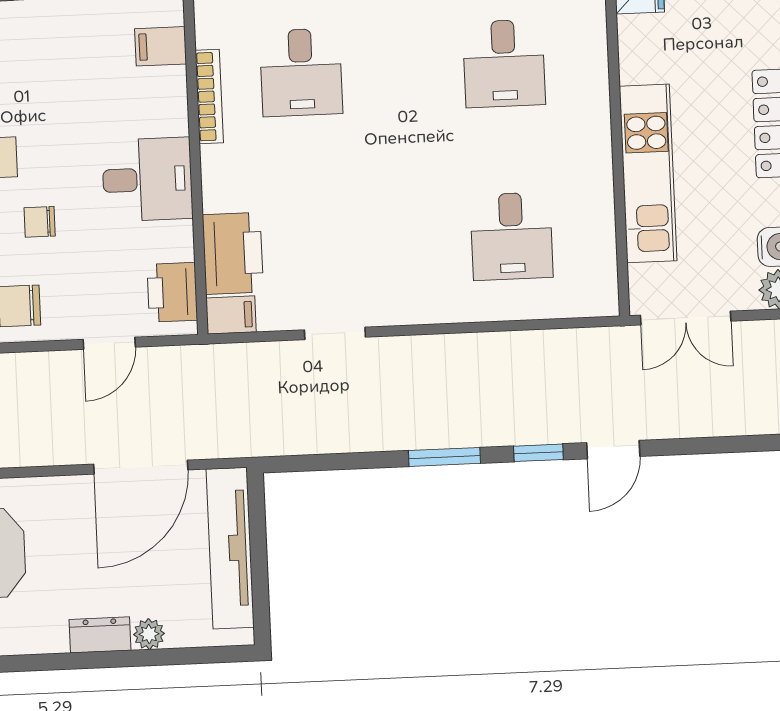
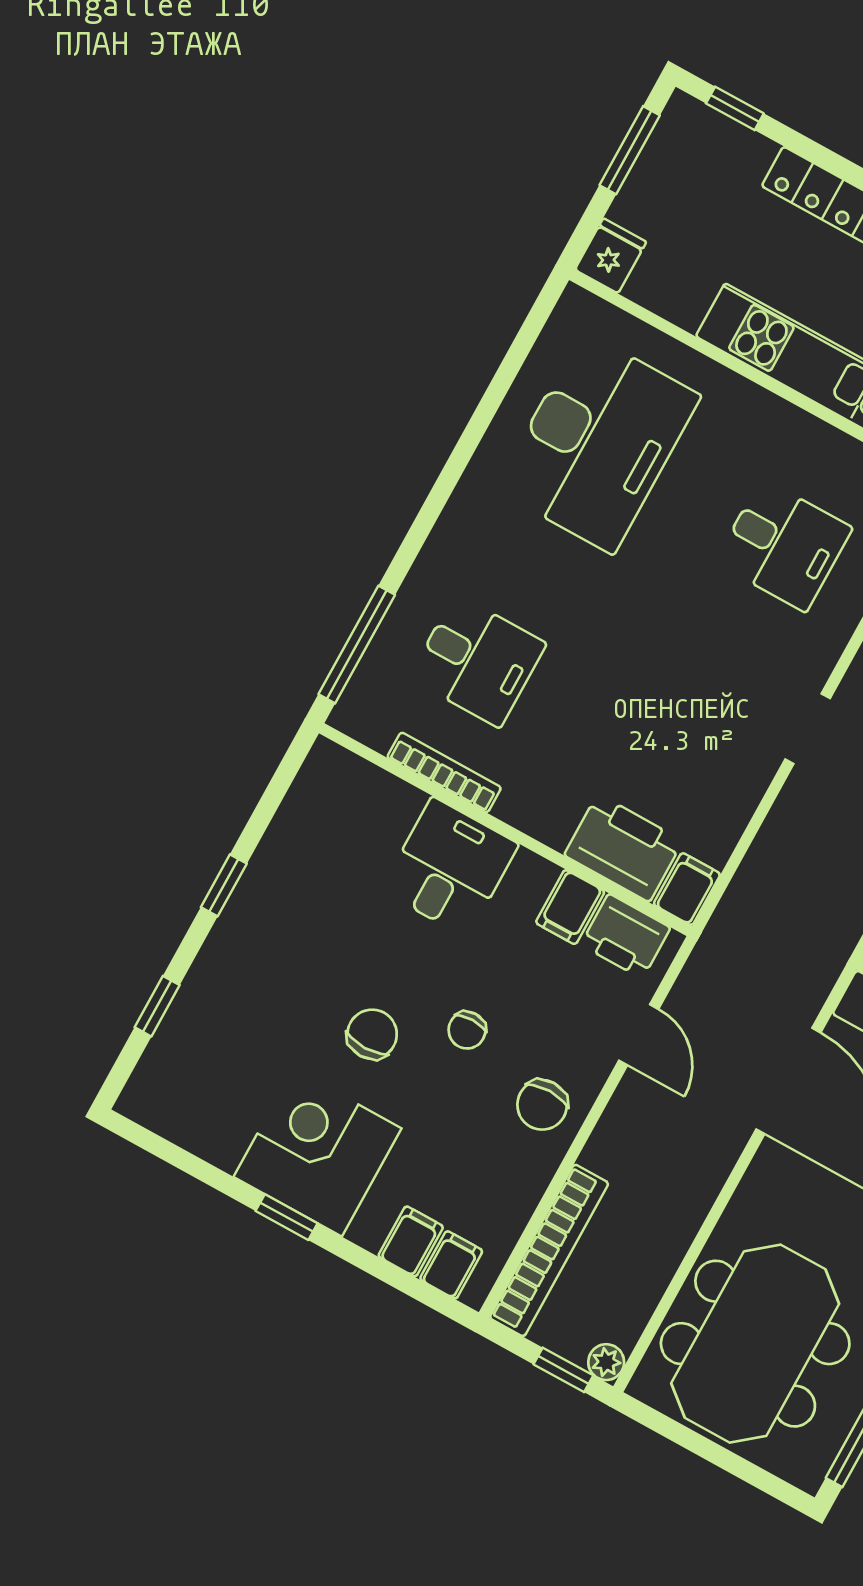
filing cabinet: (161, 46) -> (570, 907), moved
desk: (504, 63) -> (598, 443), width x1.87, depth x1.30
desk: (147, 179) -> (450, 867), moved
doorway: (335, 333) -> (808, 729), moved

